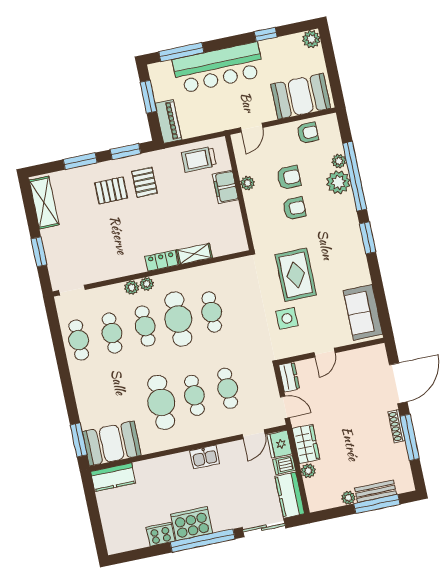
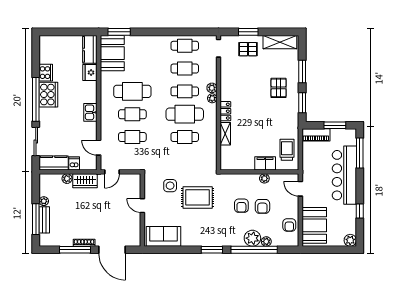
pallet: (145, 182) -> (248, 49), moved
dresser: (289, 377) -> (131, 179), removed
fridge: (279, 444) -> (90, 72), moved, turned -90

